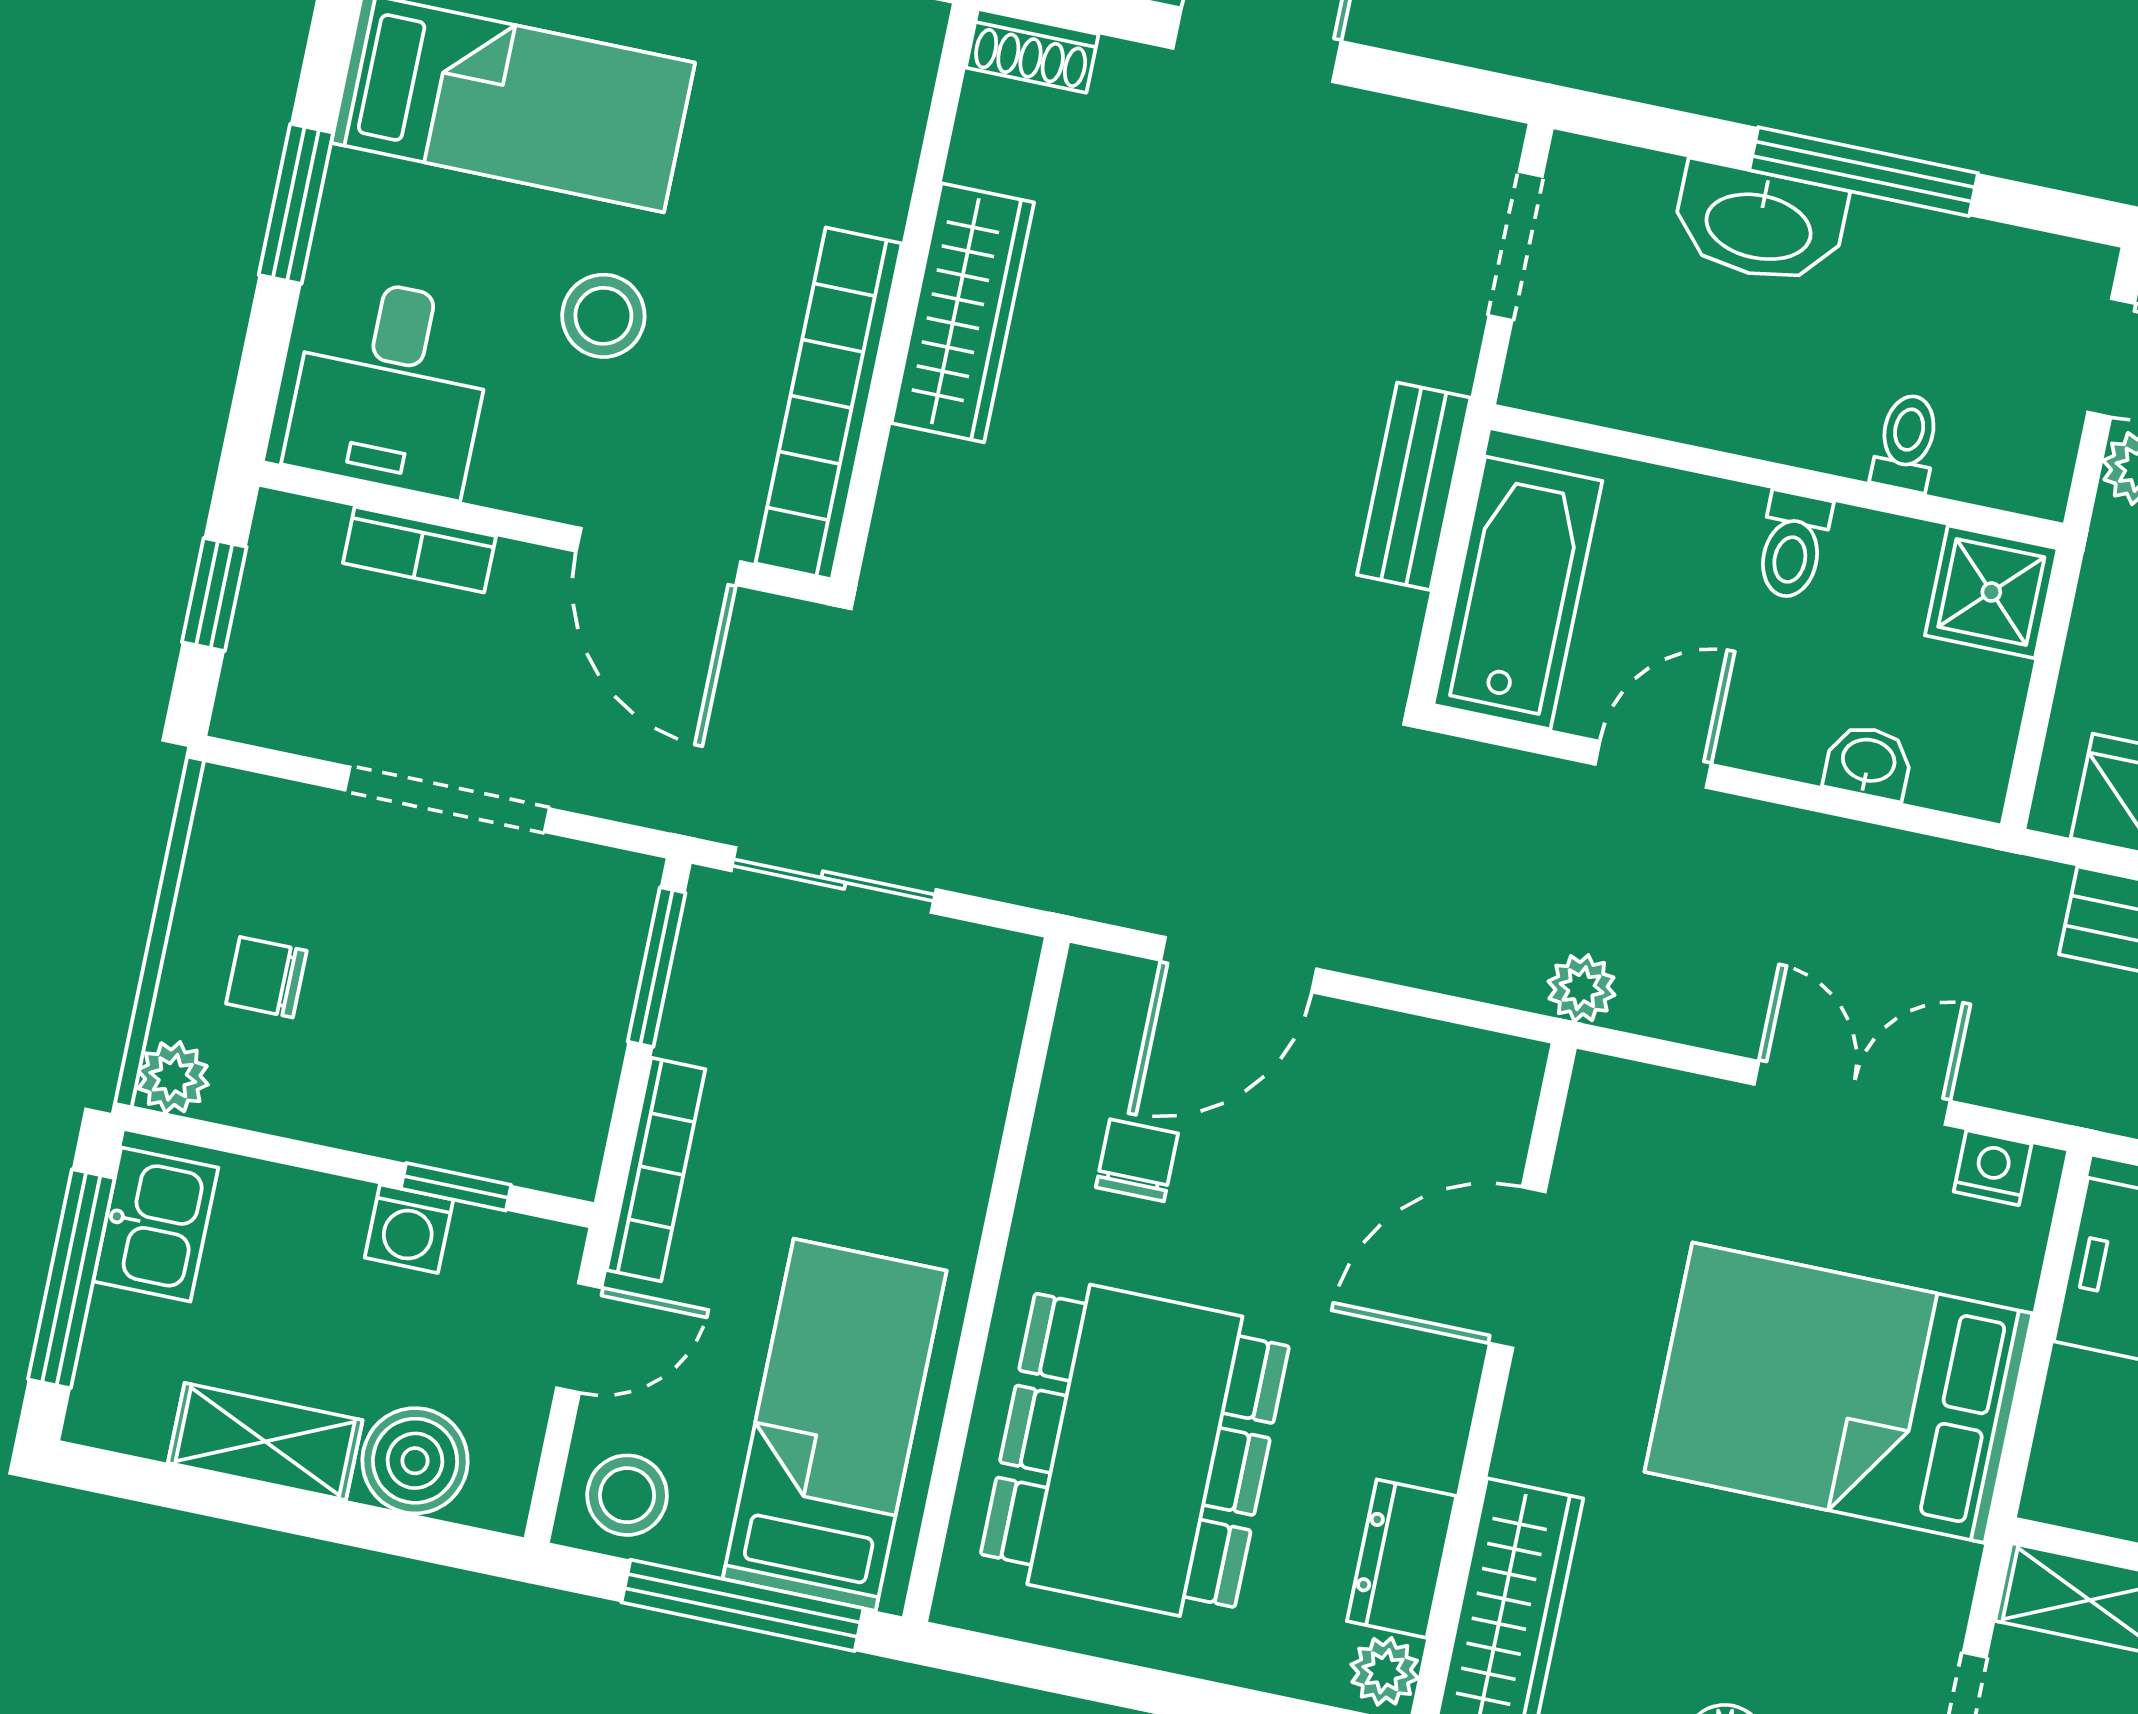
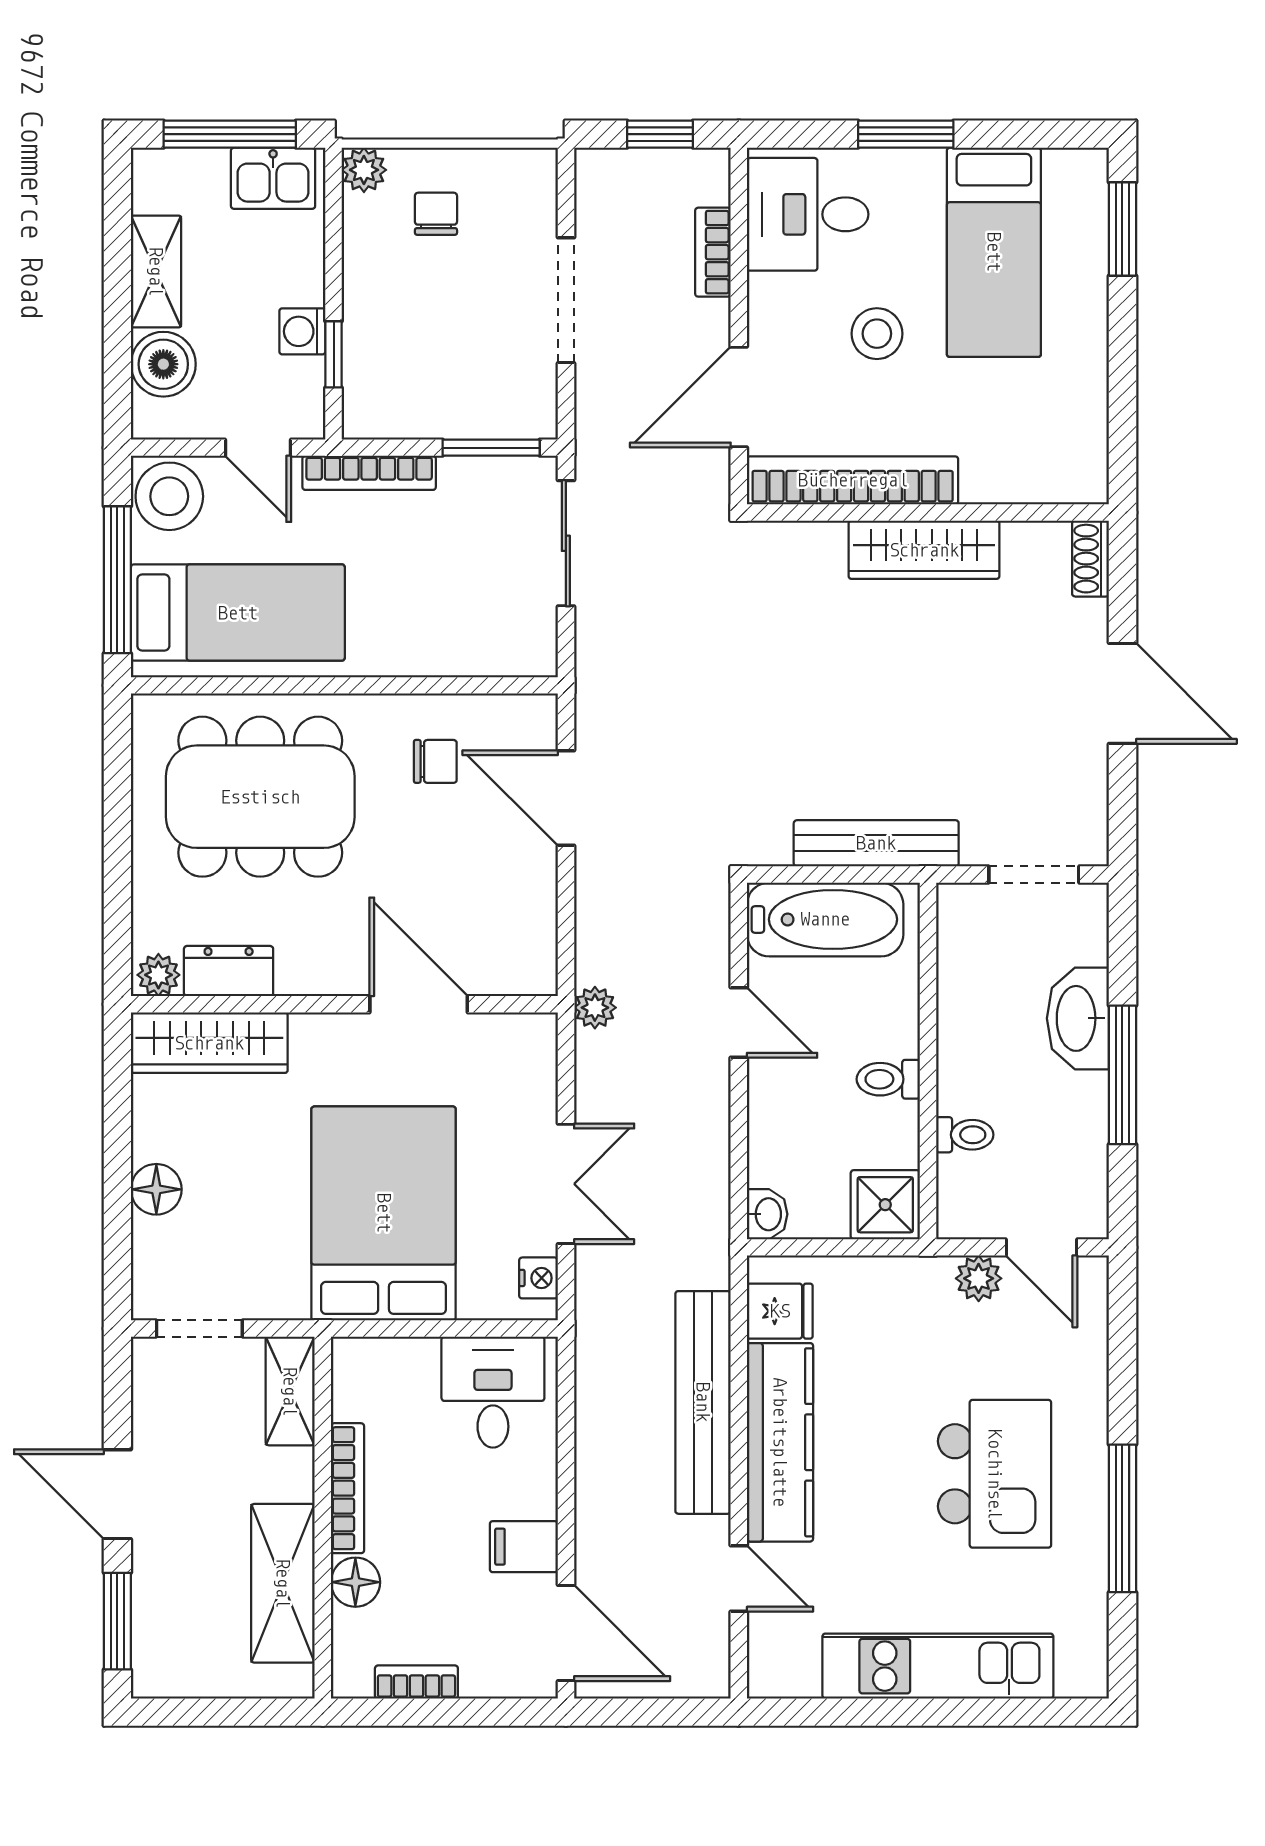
bench: (1414, 486) -> (876, 843), width x1.36
washbasin: (1868, 762) -> (767, 1214), moved
stool: (627, 1495) -> (169, 496), width x1.38, depth x1.38

